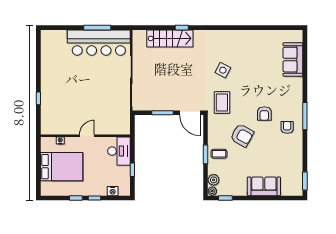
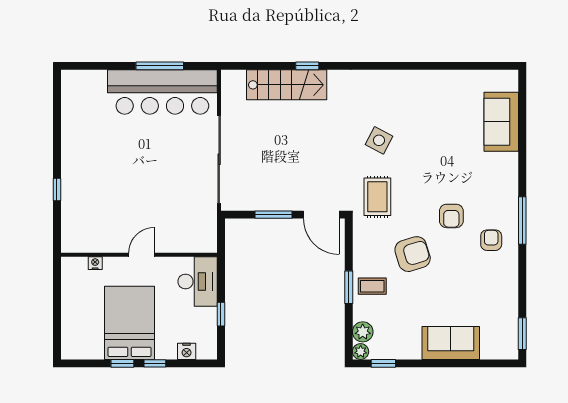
armchair: (242, 135) -> (413, 254), turned -46
bed: (62, 167) -> (130, 323), moved, turned -90

